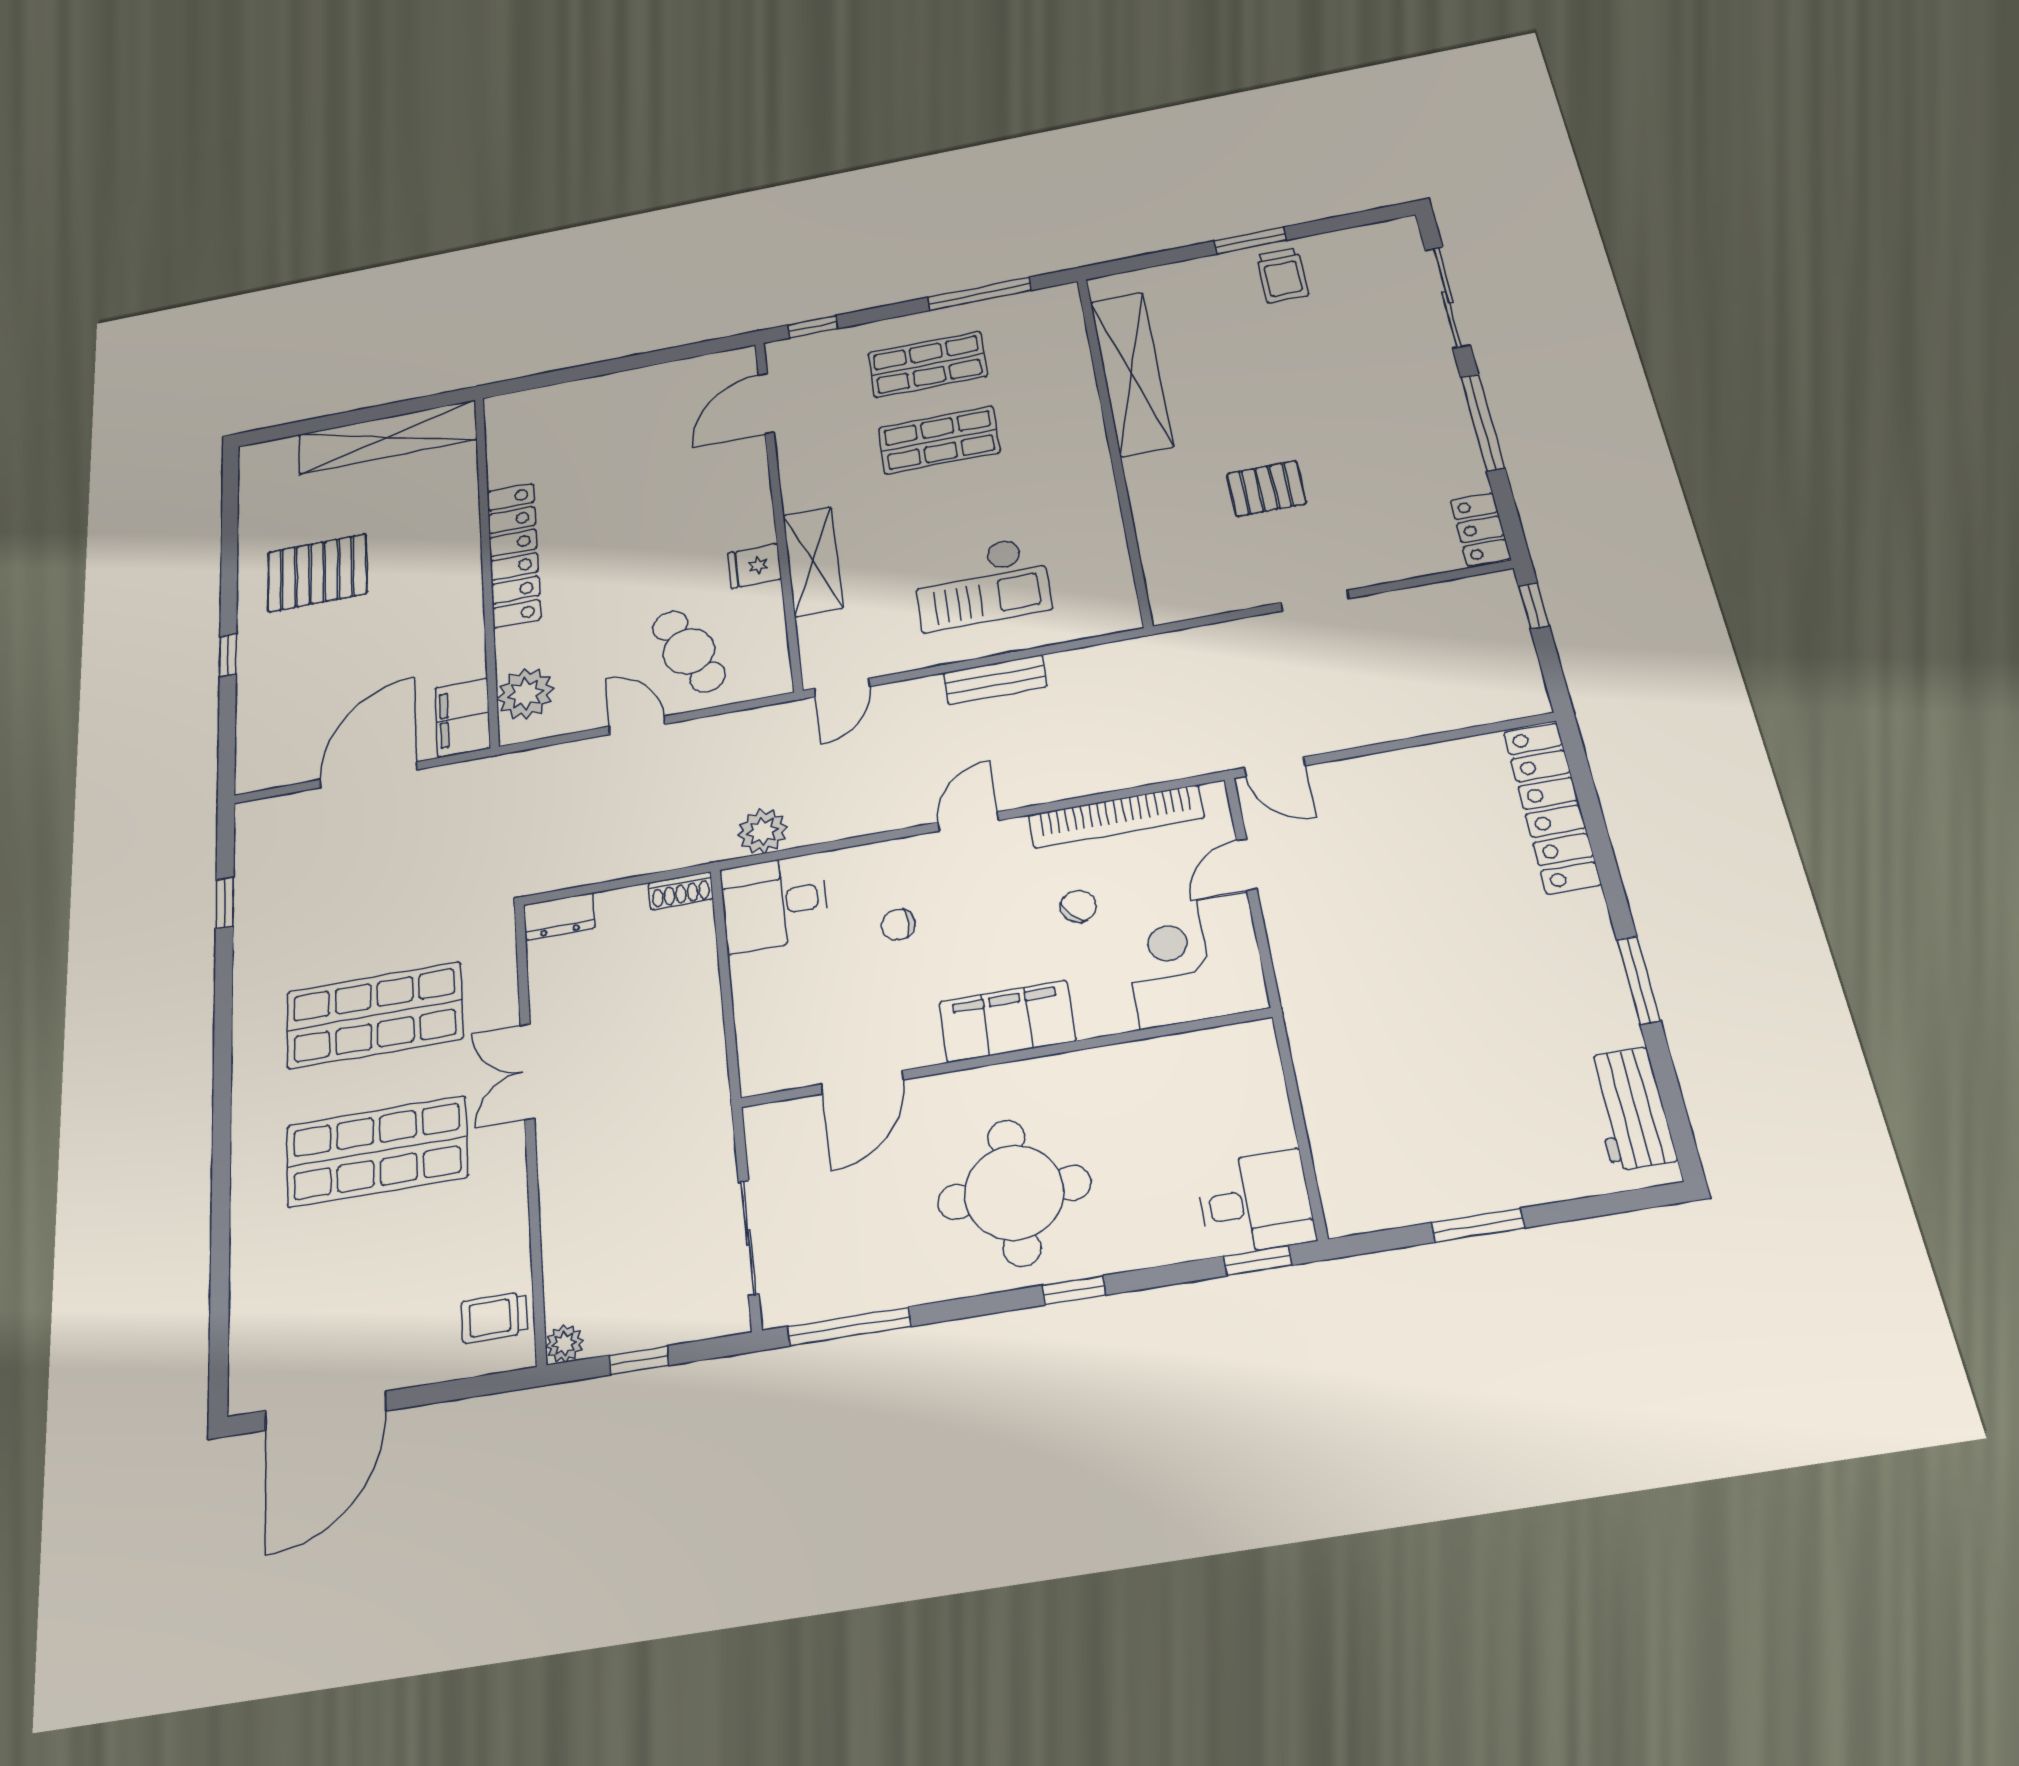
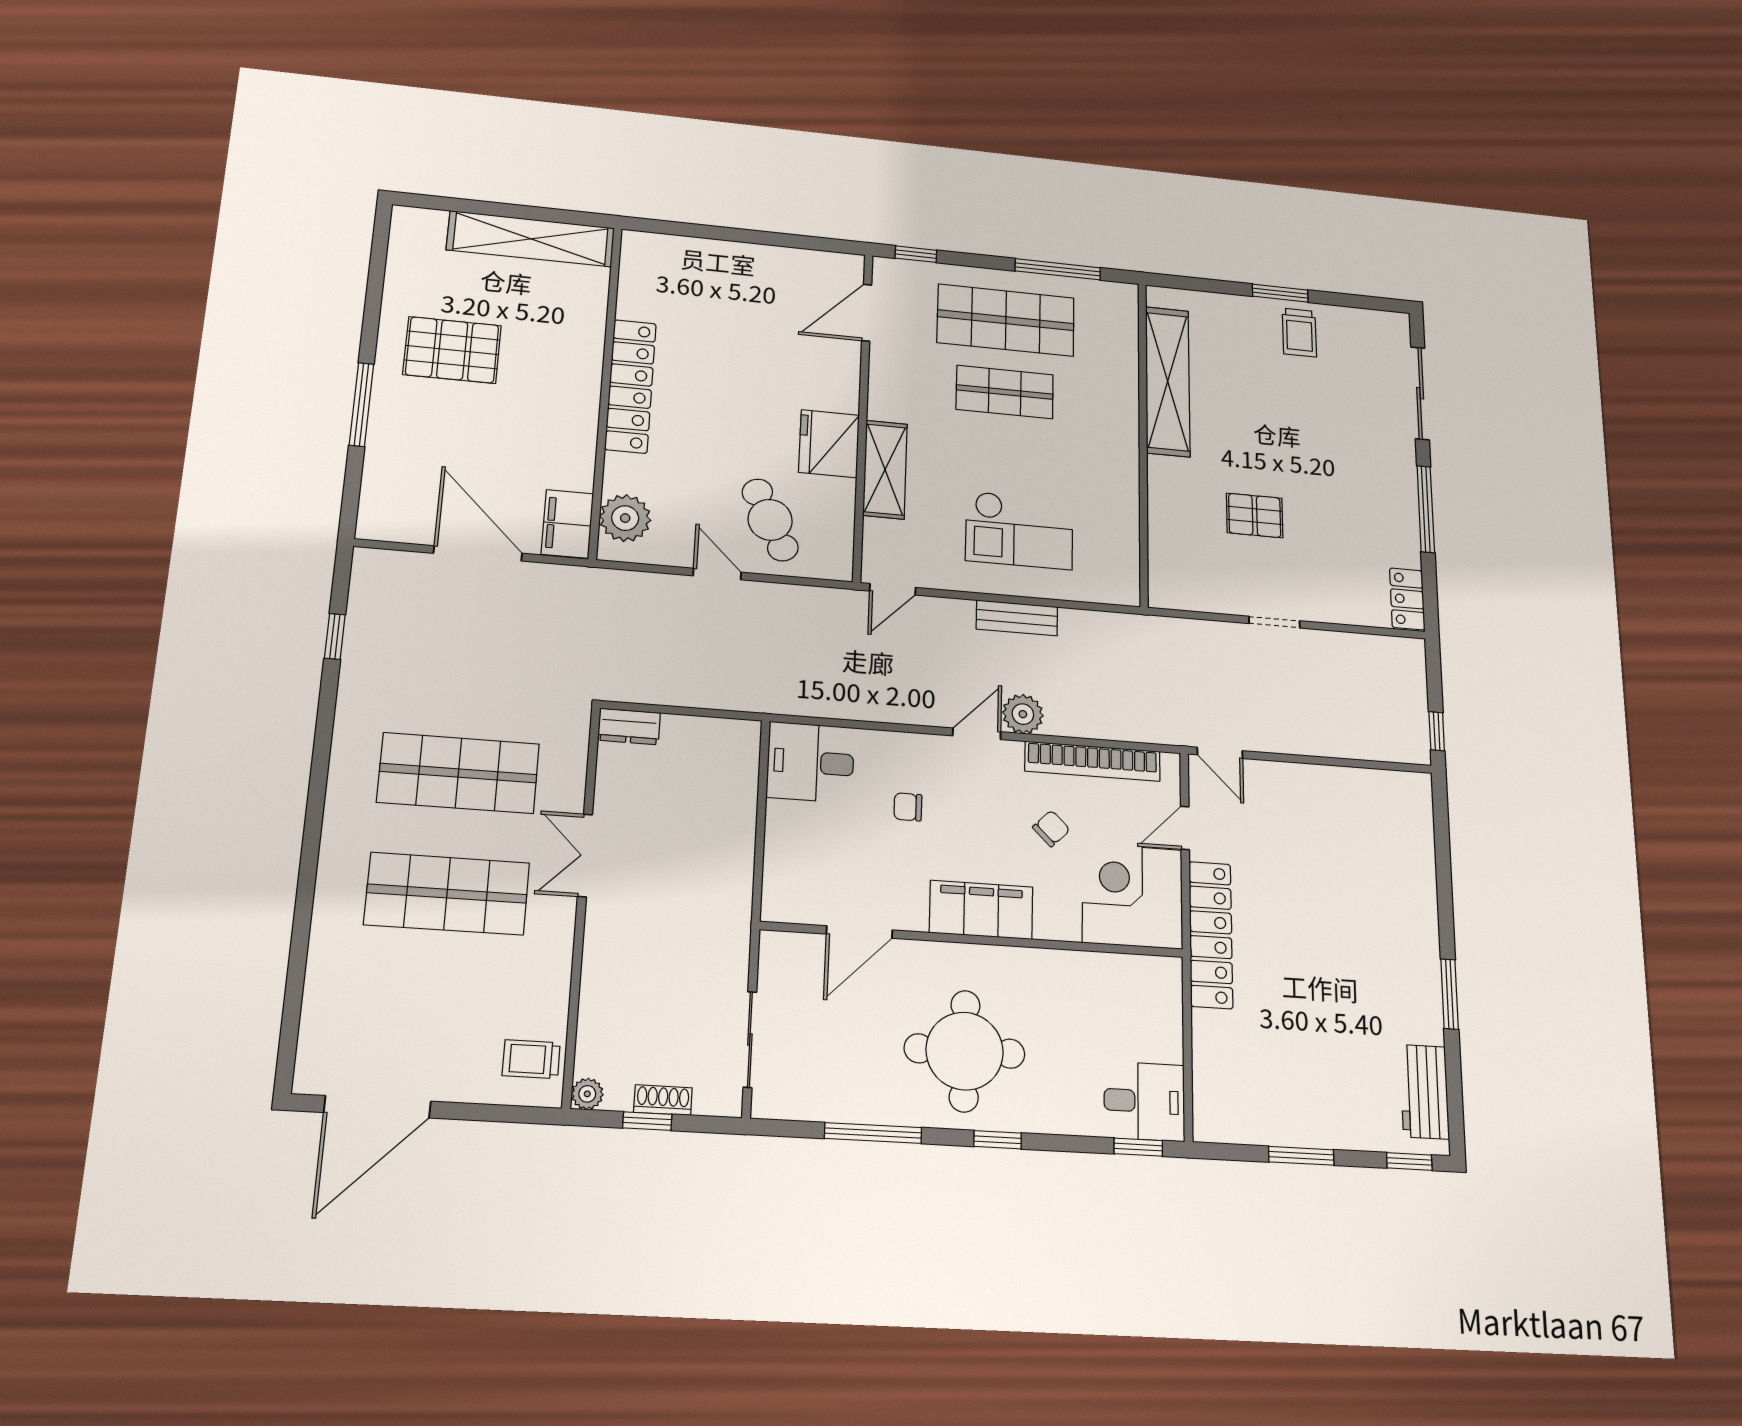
shop shelf: (928, 364) -> (1006, 320), width x1.43, depth x1.36
fridge: (754, 566) -> (829, 444), width x1.88, depth x1.34
window: (1534, 606) -> (1437, 731), moved
window: (228, 655) -> (362, 404), width x2.17
door: (369, 775) -> (478, 553), hinge flipped
locker: (1552, 807) -> (1211, 935), moved, turned 180
plant: (763, 831) -> (1023, 714), moved
shoe rack: (681, 891) -> (663, 1100), moved, turned 180
window: (1628, 1201) -> (1409, 1161), added
window: (849, 1326) -> (873, 1133), moved

